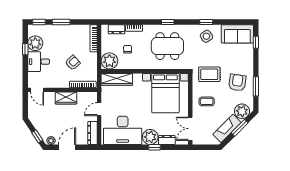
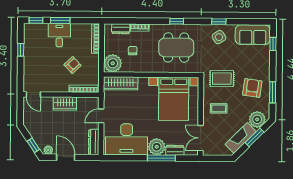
plant: (35, 43) -> (32, 43), removed
desk: (39, 62) -> (59, 35), moved, turned 90
door: (67, 147) -> (66, 157), hinge flipped
window: (155, 147) -> (161, 158), width x2.17

